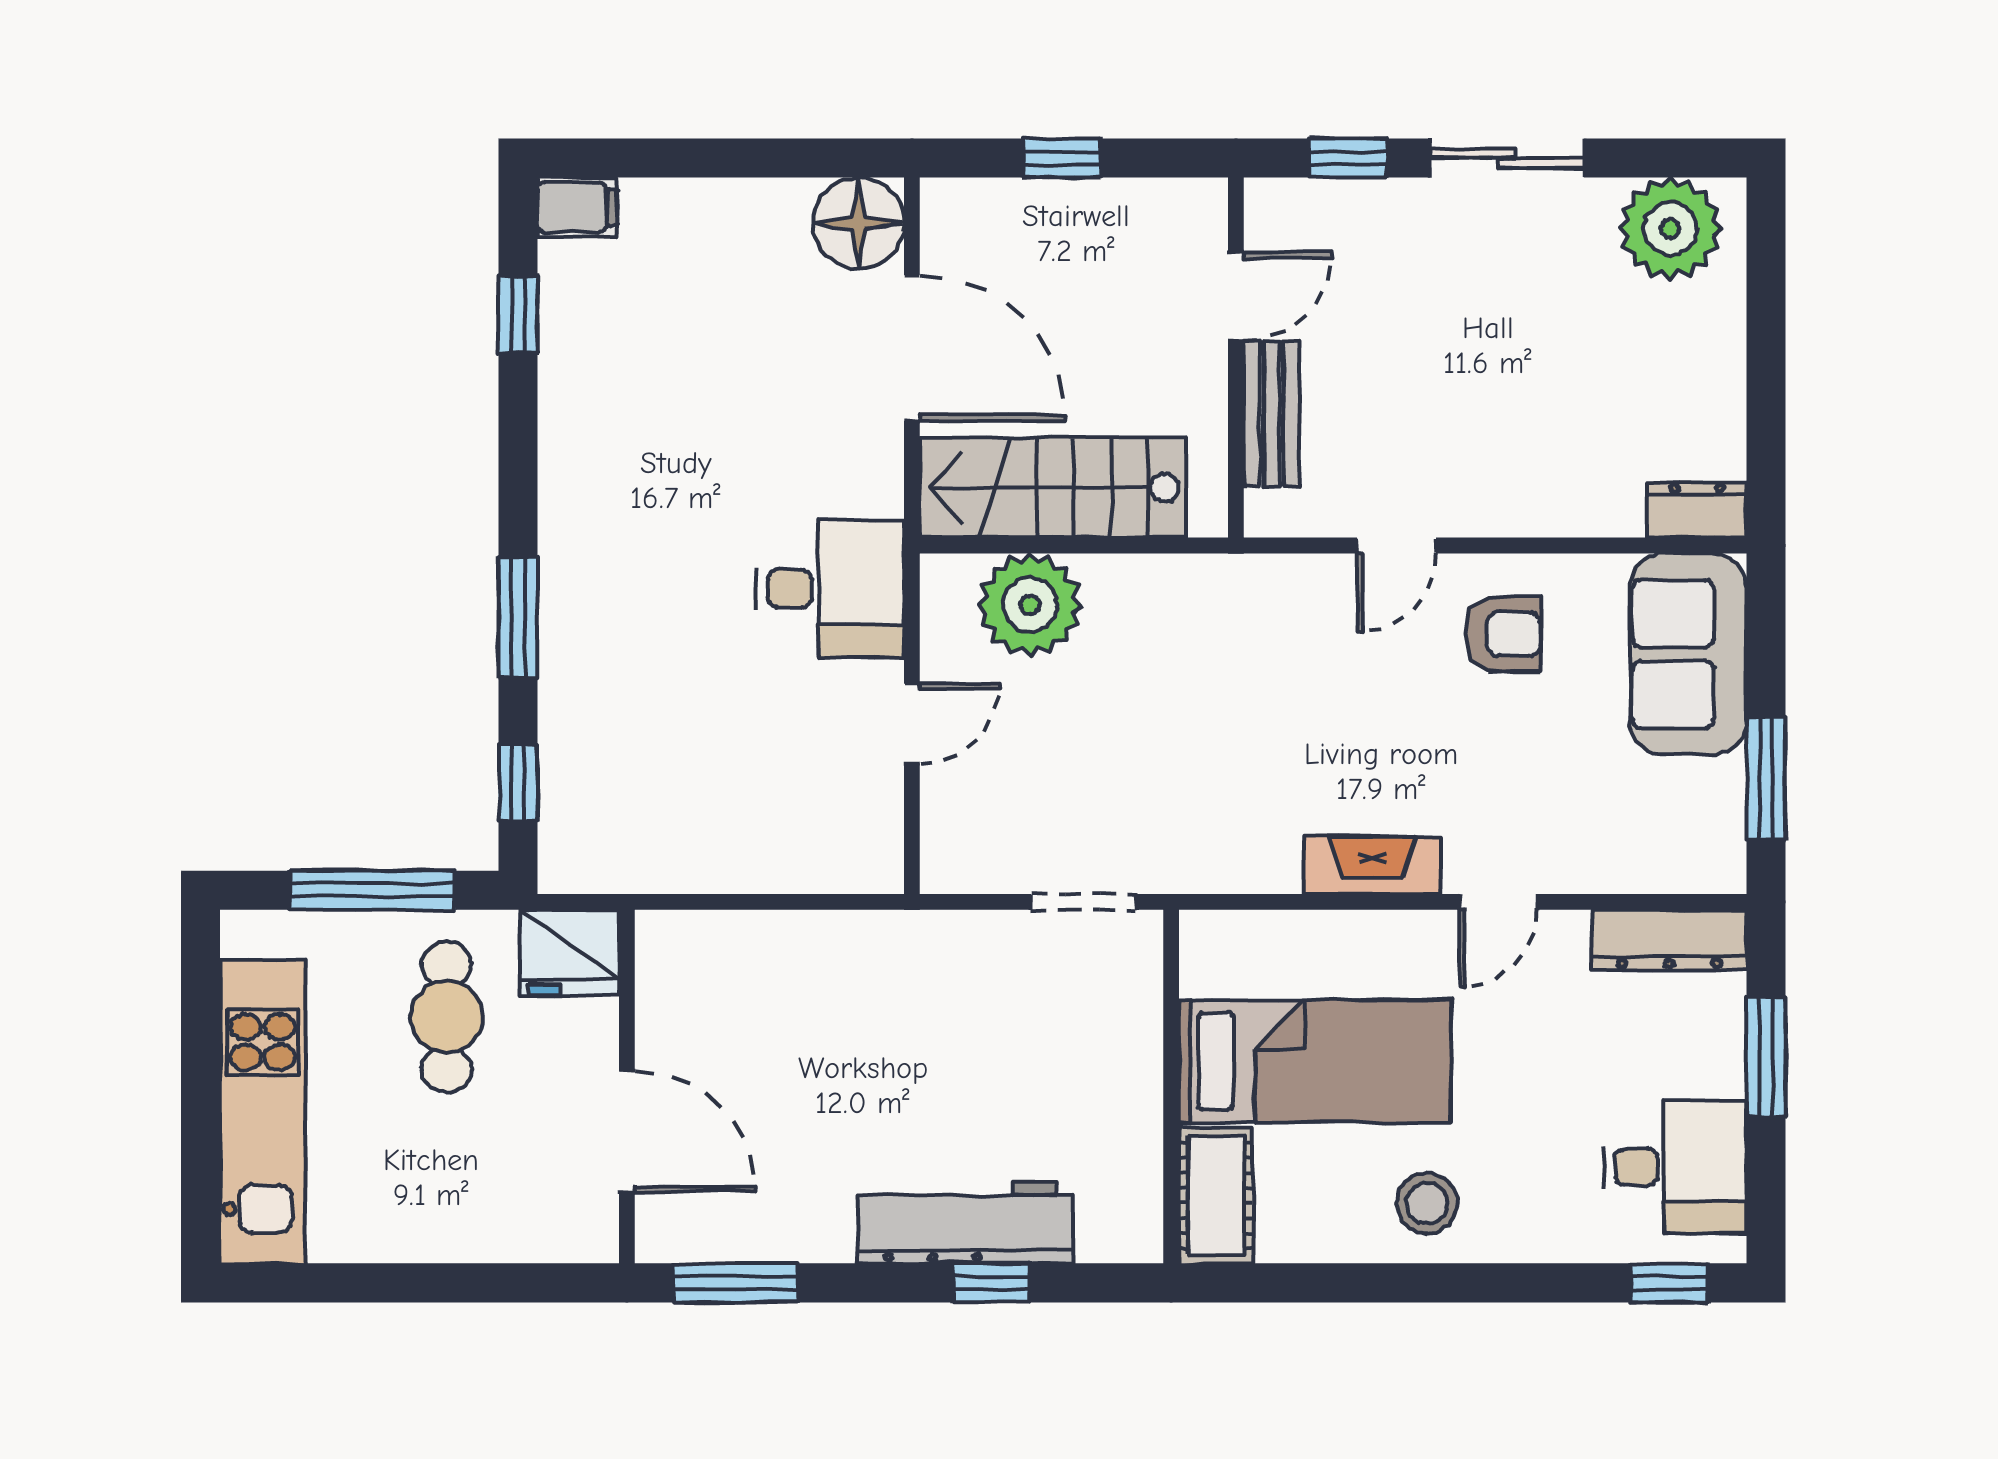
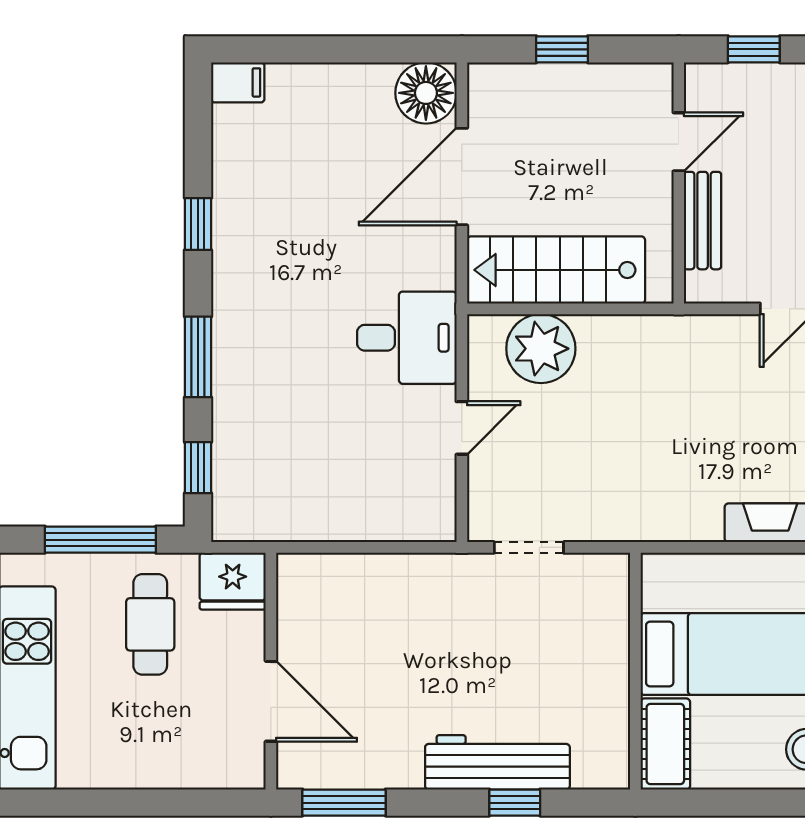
window: (518, 314) -> (198, 224), moved
door: (912, 348) -> (462, 177), swing flipped
doorway: (1083, 902) -> (529, 547), moved

